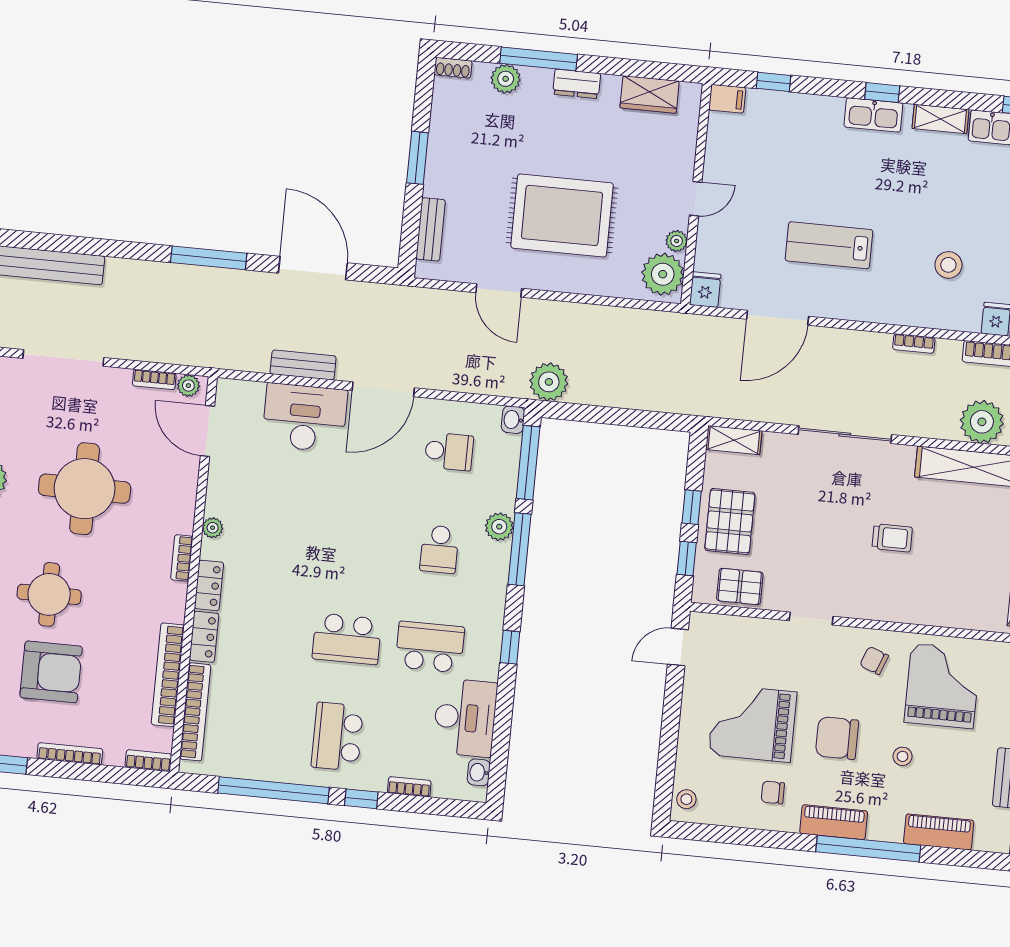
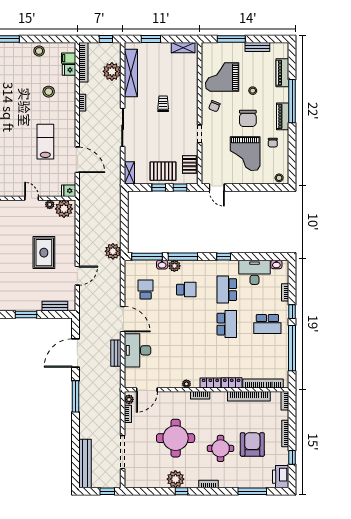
rug: (562, 215) -> (44, 253), width x0.73, depth x0.69
lab bench: (829, 245) -> (45, 142), turned 180
washbasin: (513, 420) -> (162, 265), moved

